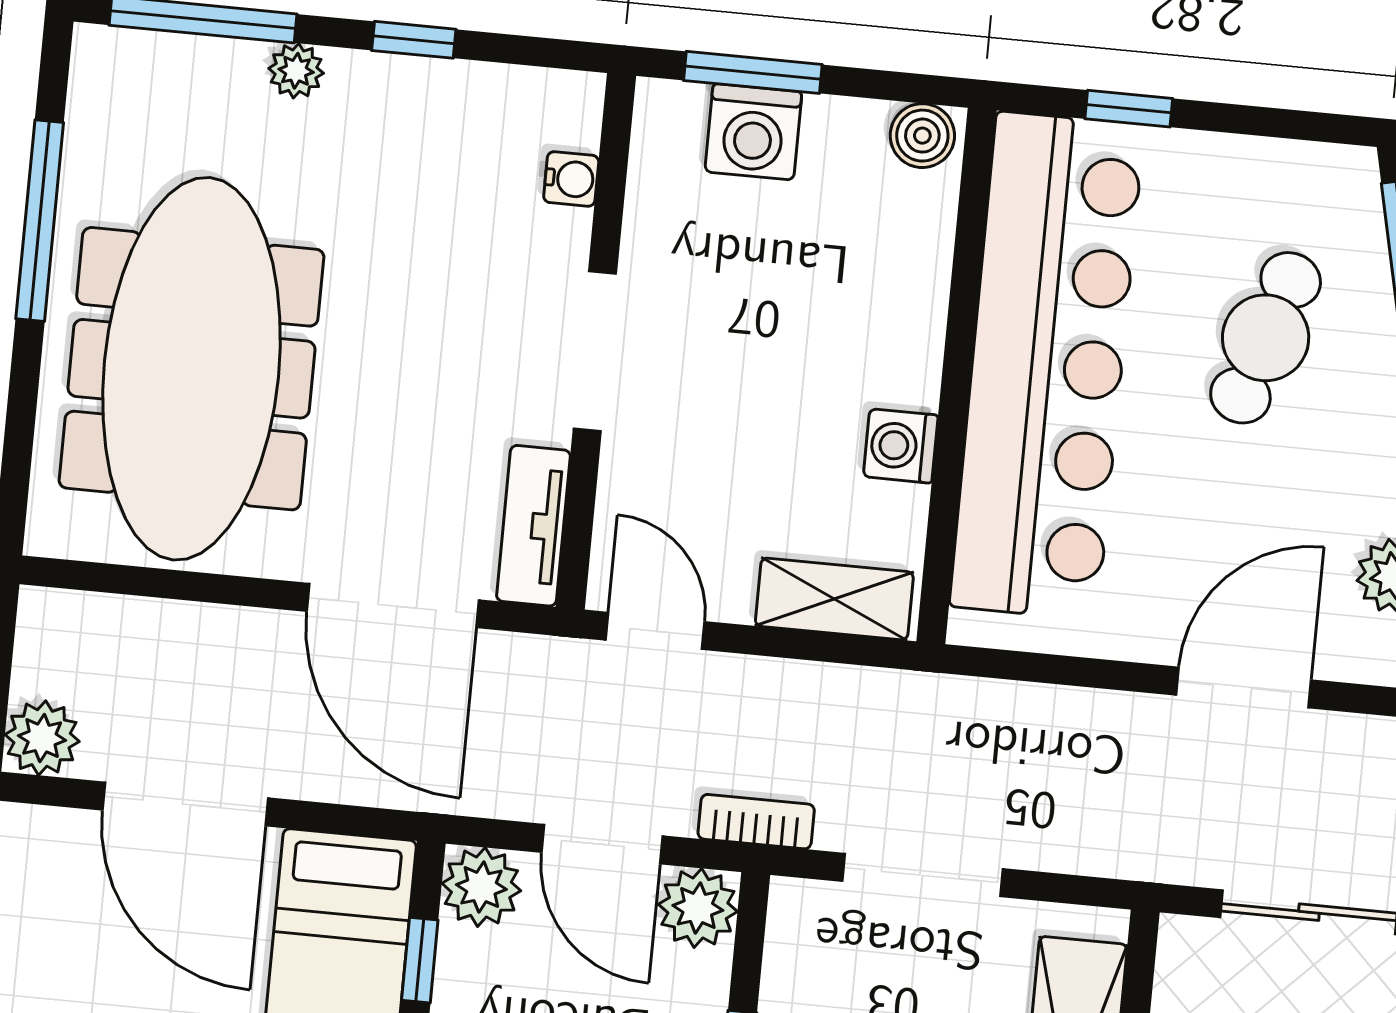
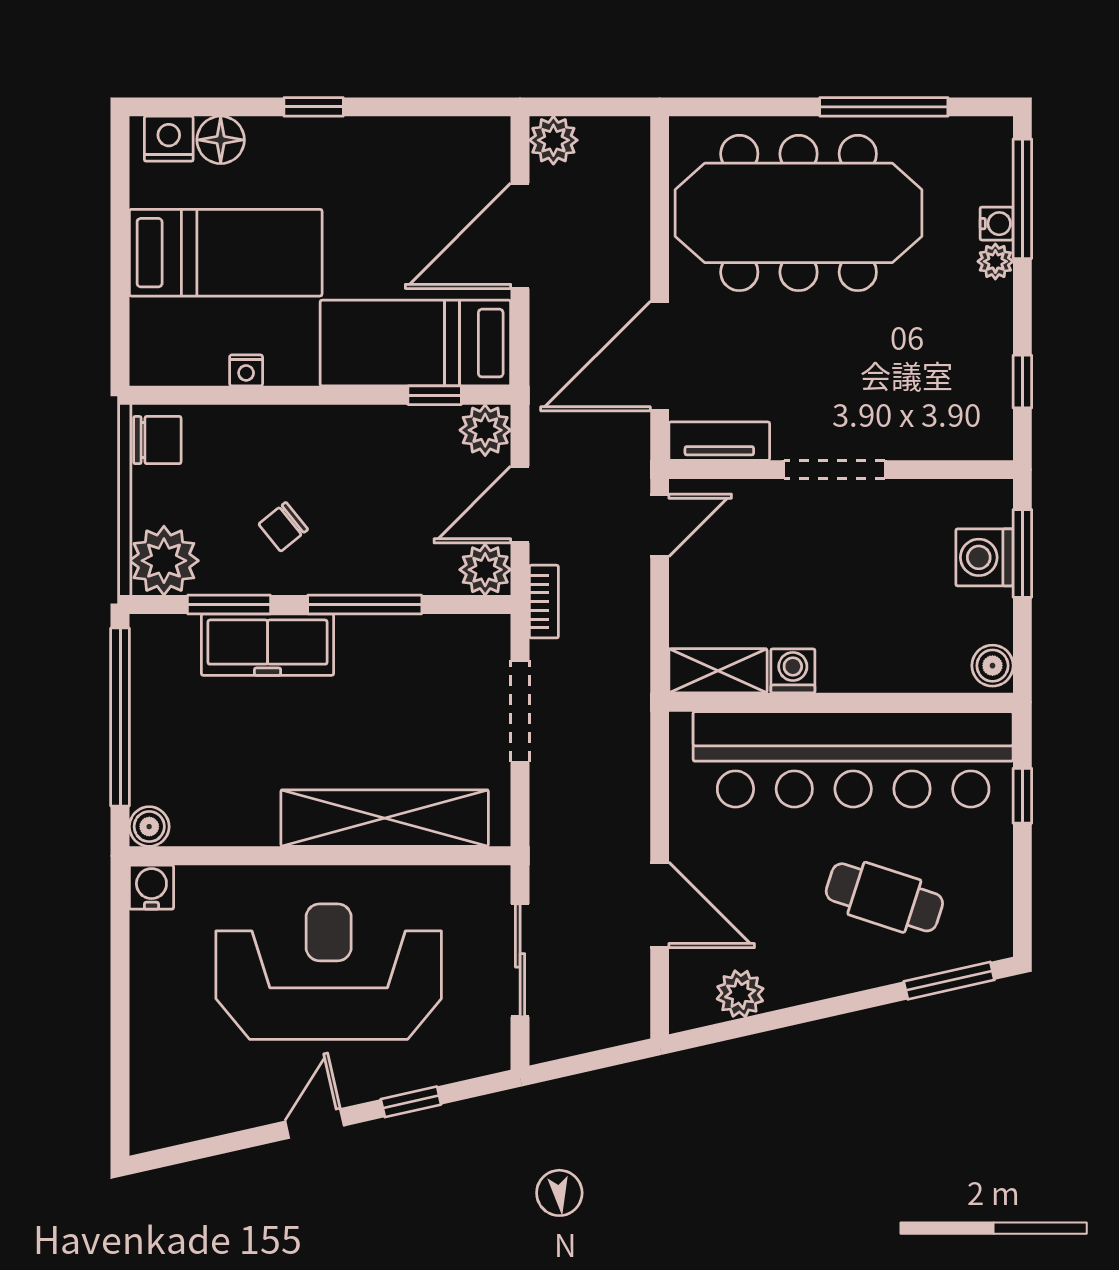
window: (414, 40) -> (1022, 382), moved
water cooler: (571, 179) -> (997, 224), moved, turned -90
shelving: (834, 599) -> (718, 671), moved, turned 90

